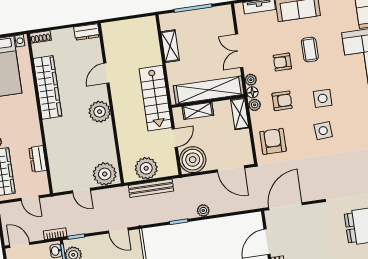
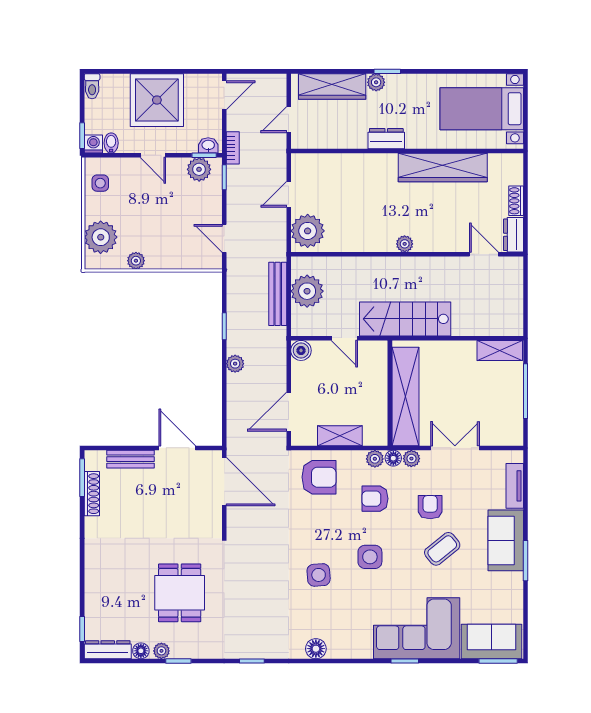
shoe rack: (41, 37) -> (516, 201), moved
shelving: (170, 46) -> (500, 351), moved
coffee table: (310, 49) -> (442, 549), turned -39
door: (106, 73) -> (484, 254), moved
armchair: (282, 101) -> (375, 499), turned 90
shelving: (198, 111) -> (378, 377), removed
plant: (100, 112) -> (405, 244), width x0.53, depth x0.53
shelving: (240, 114) -> (340, 436), moved
side table: (323, 131) -> (319, 575), moved
dresser: (38, 159) -> (386, 139), moved
boiler: (193, 160) -> (301, 350), width x0.54, depth x0.54
door: (118, 231) -> (224, 238), hinge flipped

